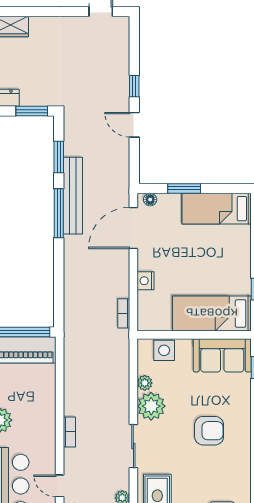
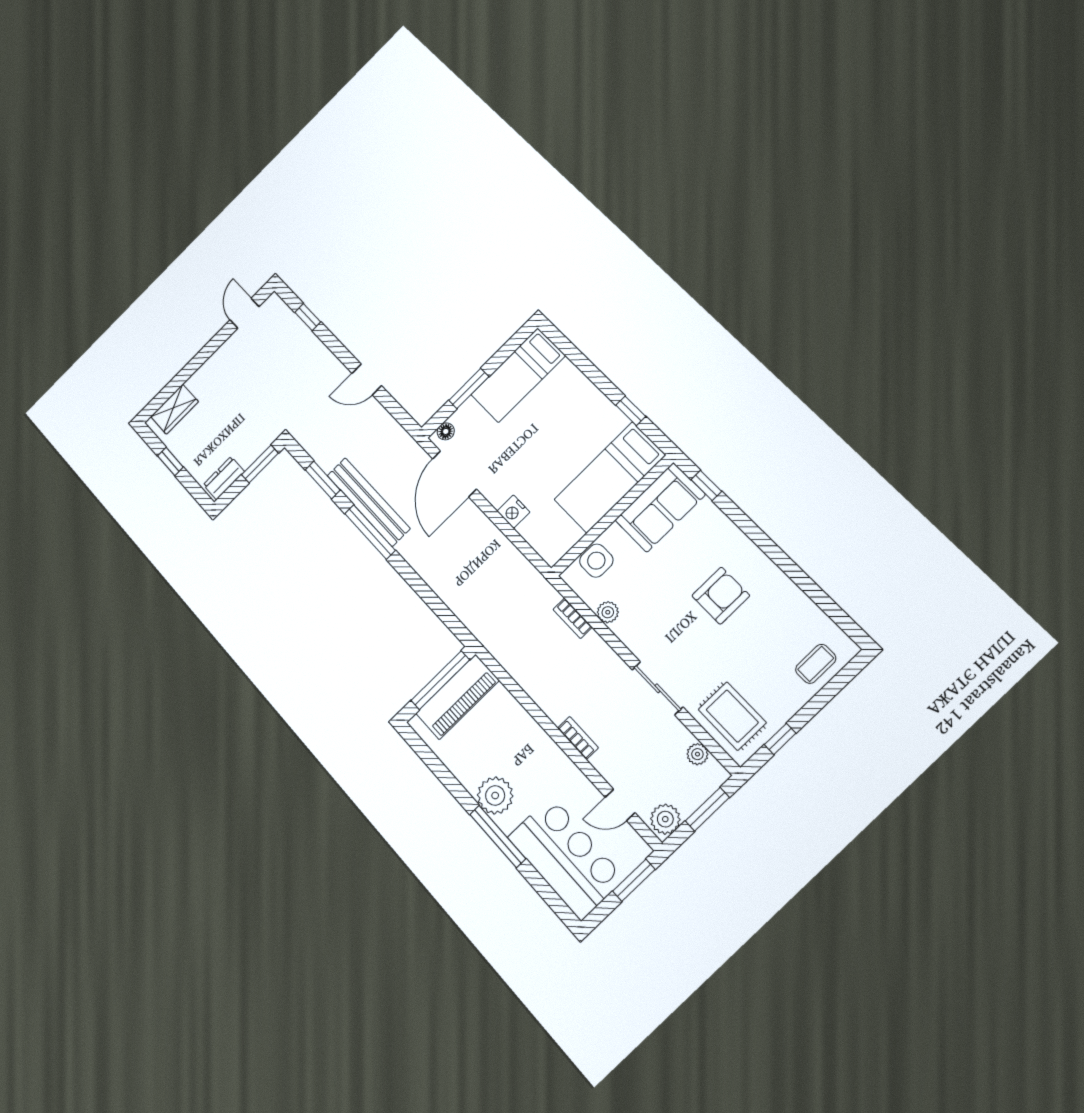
window: (134, 86) -> (308, 317), moved
bookcase: (124, 313) -> (573, 618), moved
plant: (151, 406) -> (637, 629), removed

